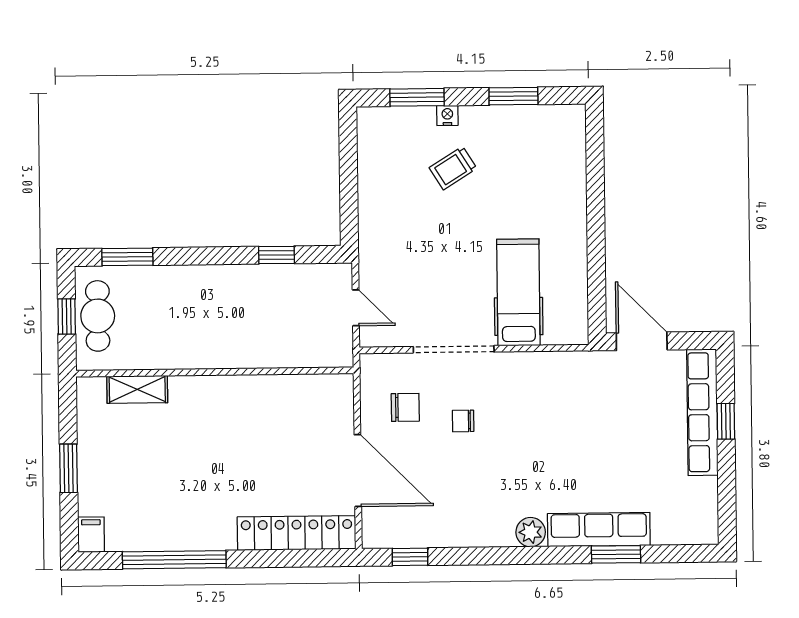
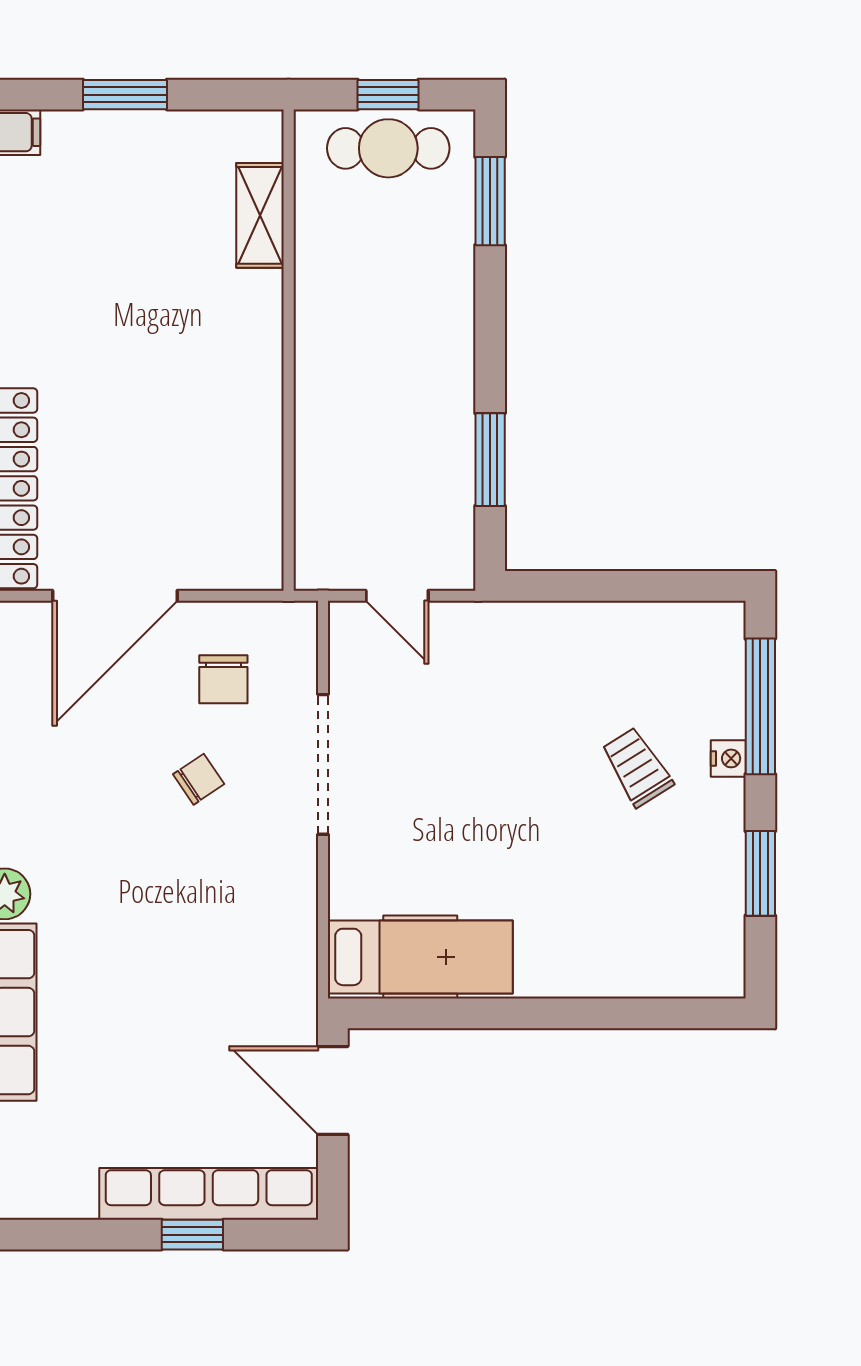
window: (417, 97) -> (760, 706), width x1.44
window: (277, 255) -> (490, 460), width x1.50
hospital bed: (518, 292) -> (420, 957), moved
door: (356, 308) -> (397, 596), hinge flipped
door: (642, 341) -> (333, 1090), swing flipped
chair: (463, 421) -> (199, 779), turned 56

